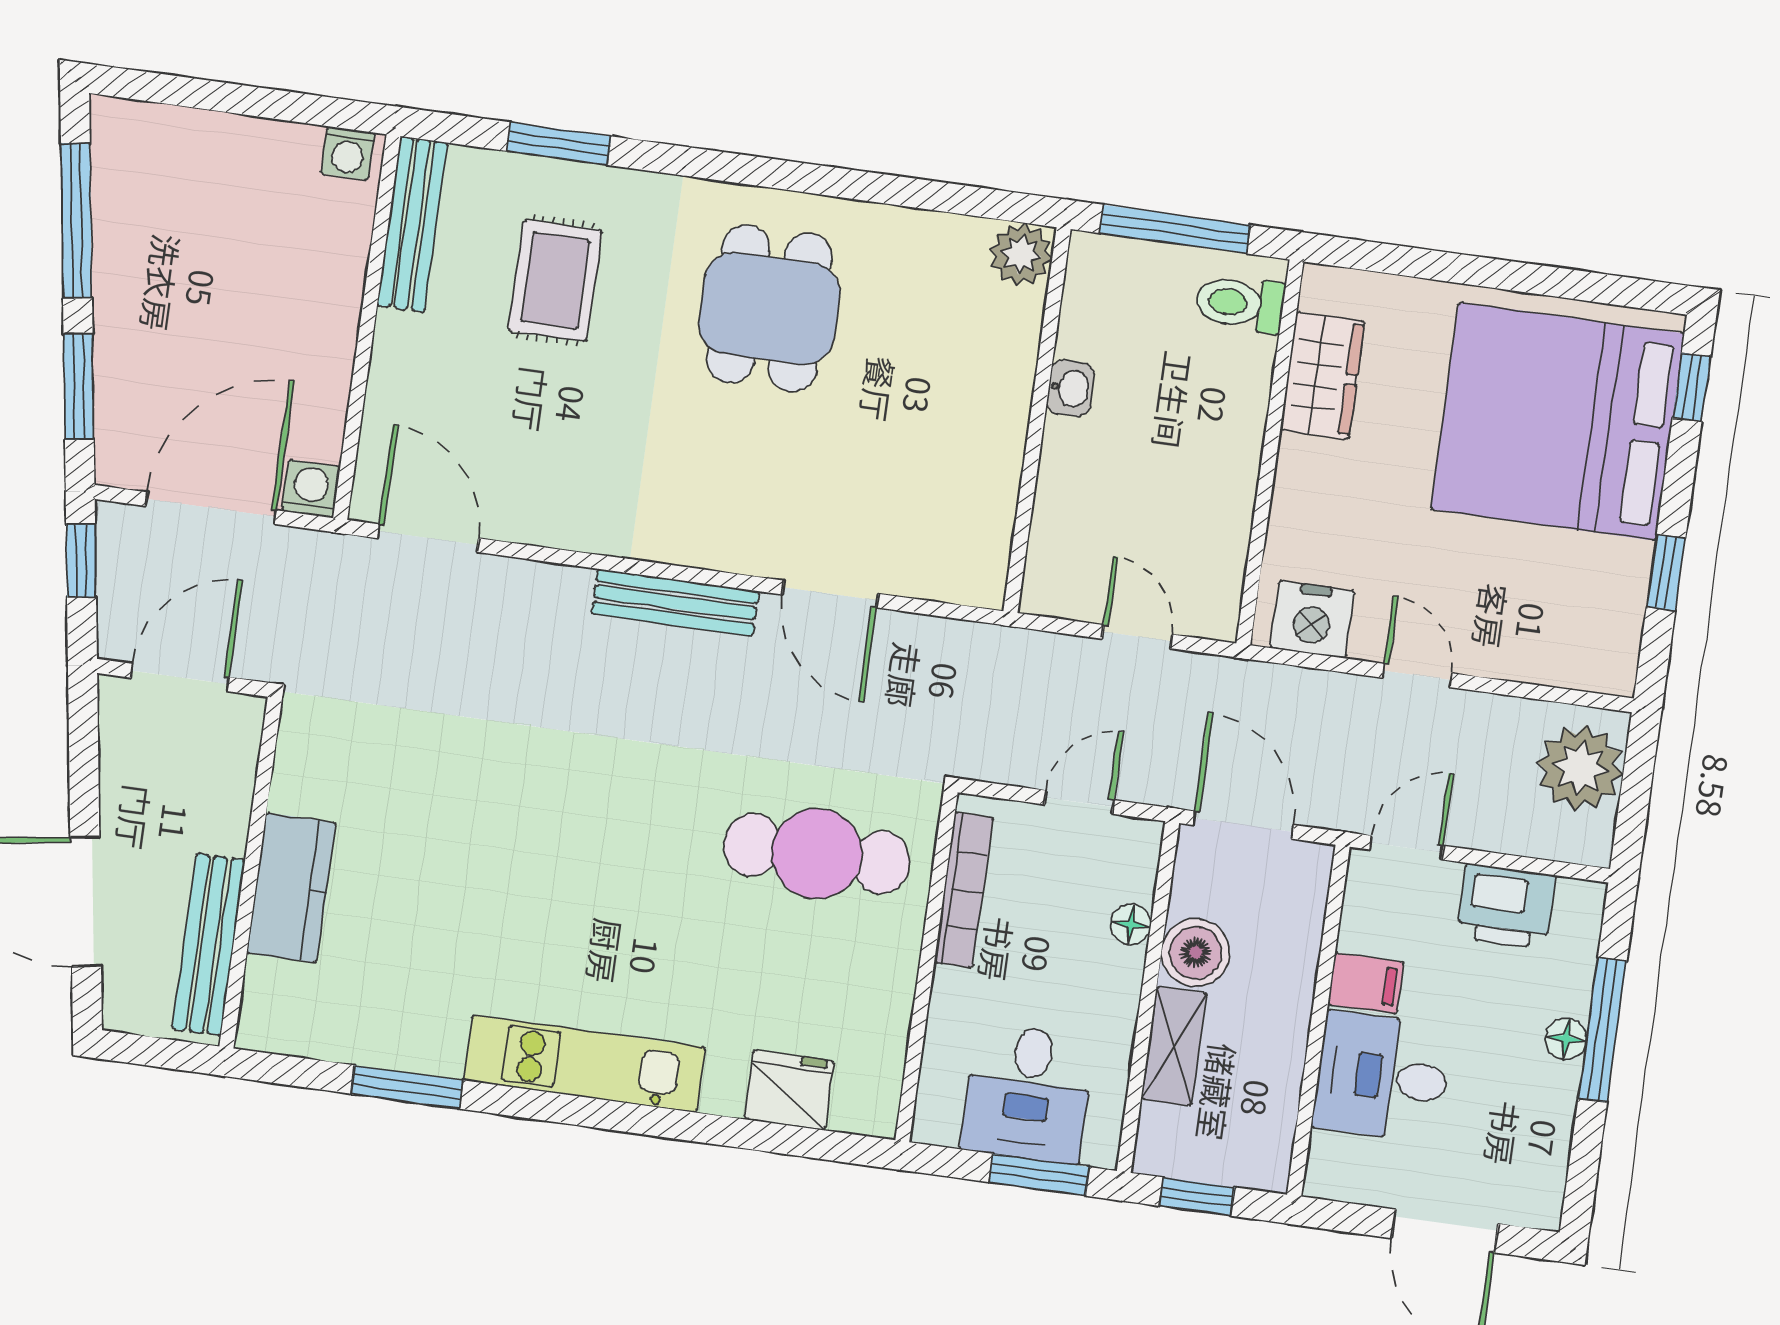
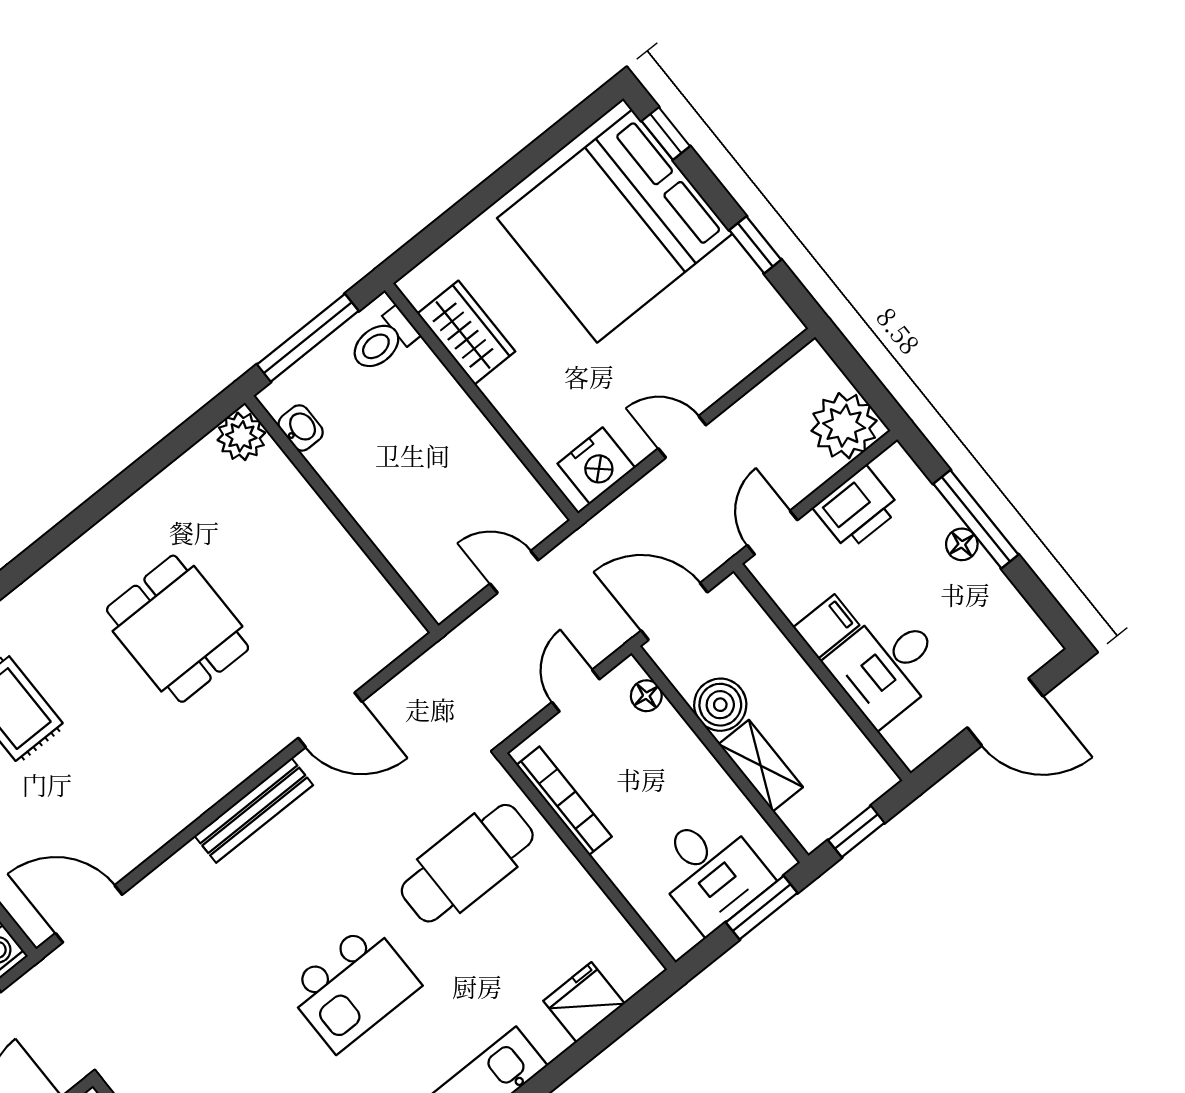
dining table: (769, 308) -> (178, 629), moved
washbasin: (1071, 388) -> (301, 428), moved
plant: (1580, 768) -> (844, 426), moved
kitchen island: (596, 856) -> (353, 987), added
floor lamp: (1131, 924) -> (646, 696), moved

